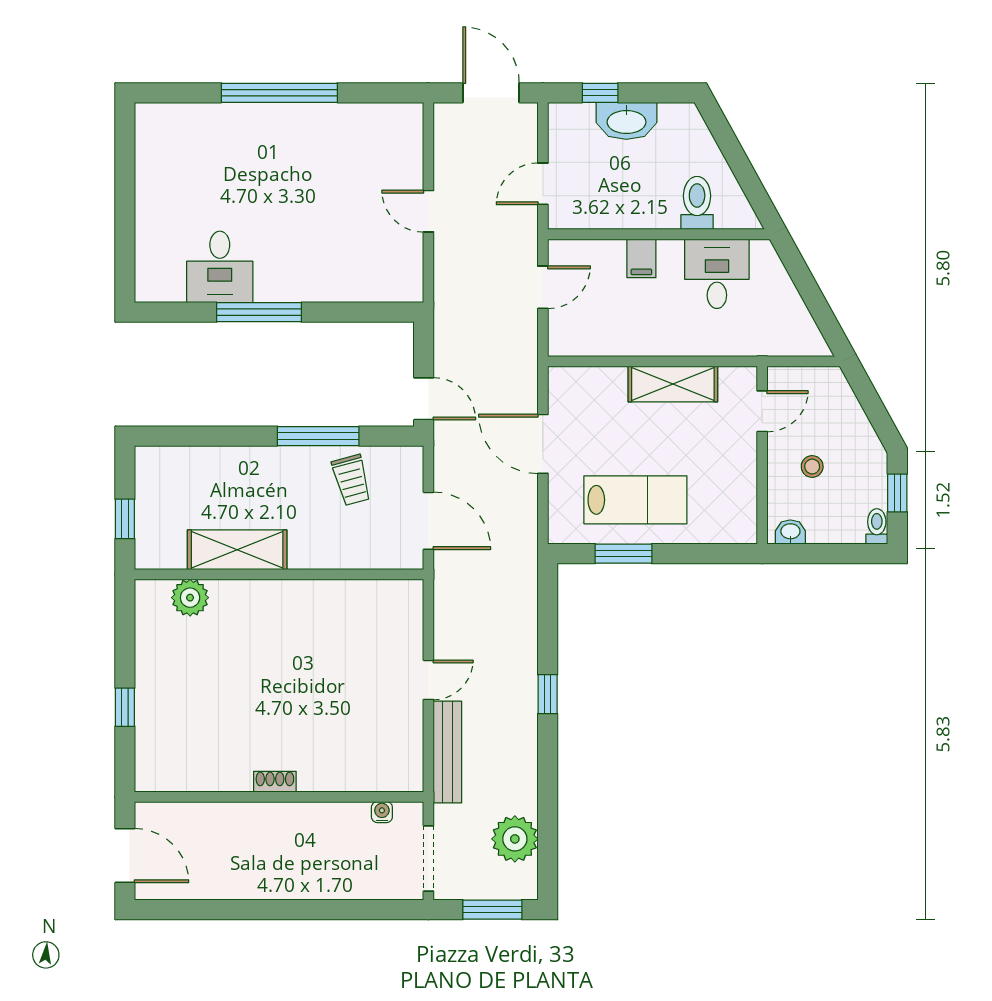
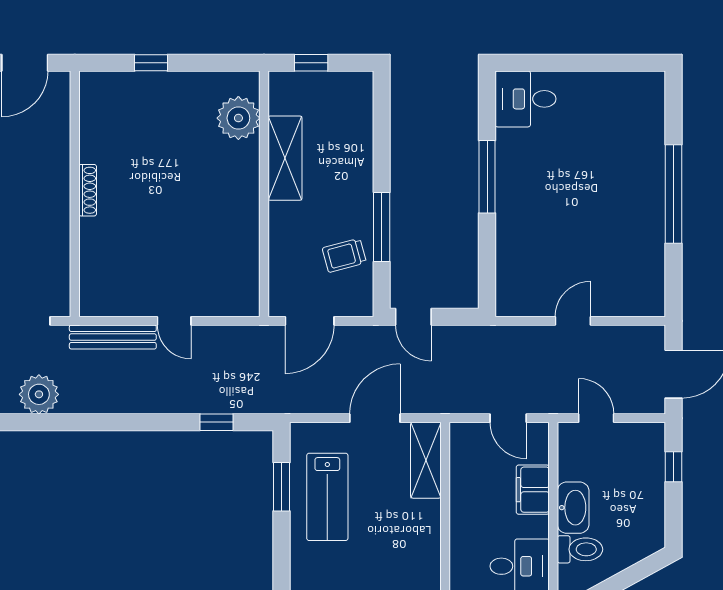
washbasin: (626, 121) -> (573, 508), moved, turned 180
filing cabinet: (641, 258) -> (533, 490), width x2.00
desk: (220, 267) -> (525, 99), moved
shelving: (673, 384) -> (426, 460), moved
door: (424, 399) -> (413, 317), hinge flipped
plant: (190, 598) -> (238, 118), width x1.36, depth x1.36
window: (548, 694) -> (216, 422), moved
shoe rack: (275, 782) -> (88, 190), width x1.43
water cooler: (382, 812) -> (62, 281), removed

